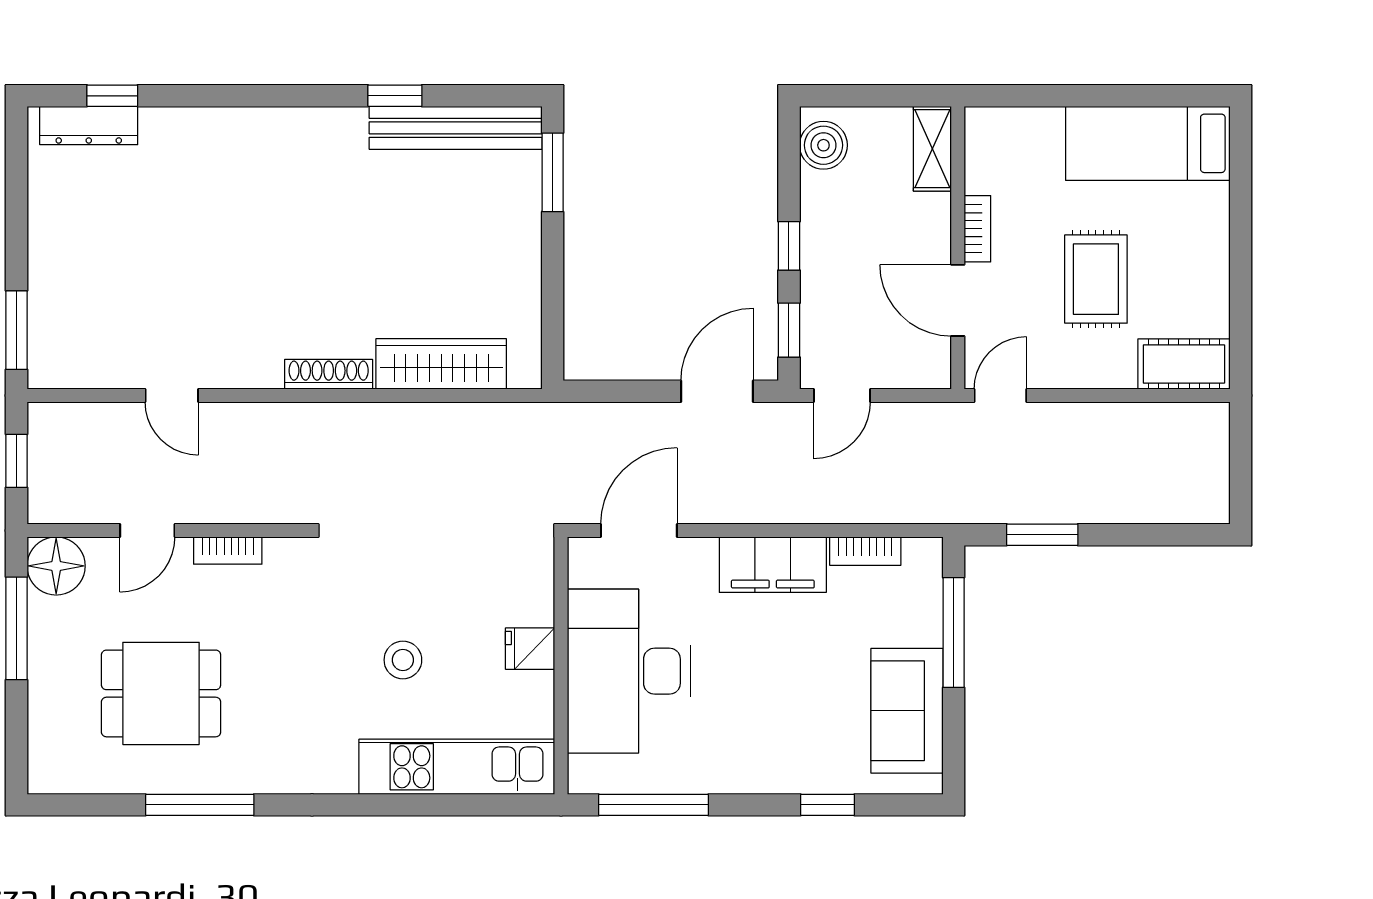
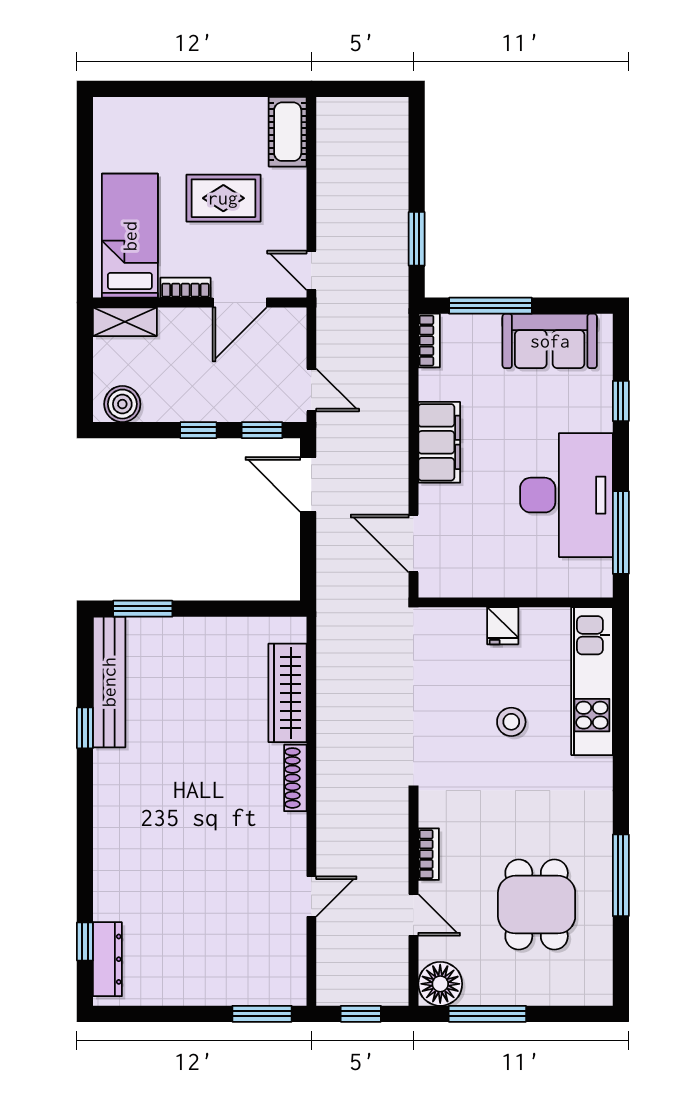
bed: (1148, 143) -> (130, 236), moved, turned 180
bookcase: (865, 551) -> (429, 341), moved
desk: (629, 671) -> (566, 495), moved, turned -90

